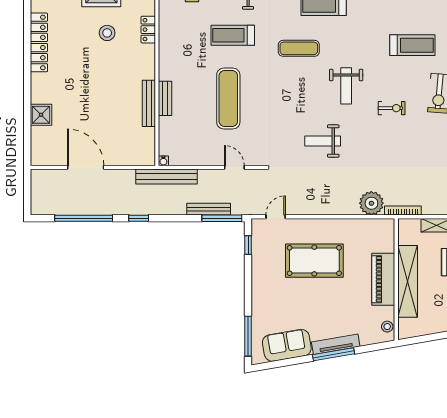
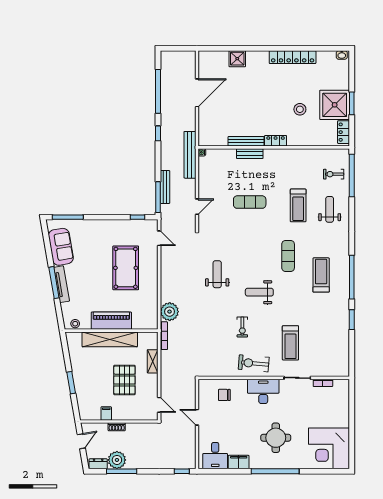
locker: (148, 30) -> (276, 141), moved
treadmill: (233, 35) -> (298, 205), turned 180
exercise mat: (228, 99) -> (250, 202), width x0.73, depth x0.69

